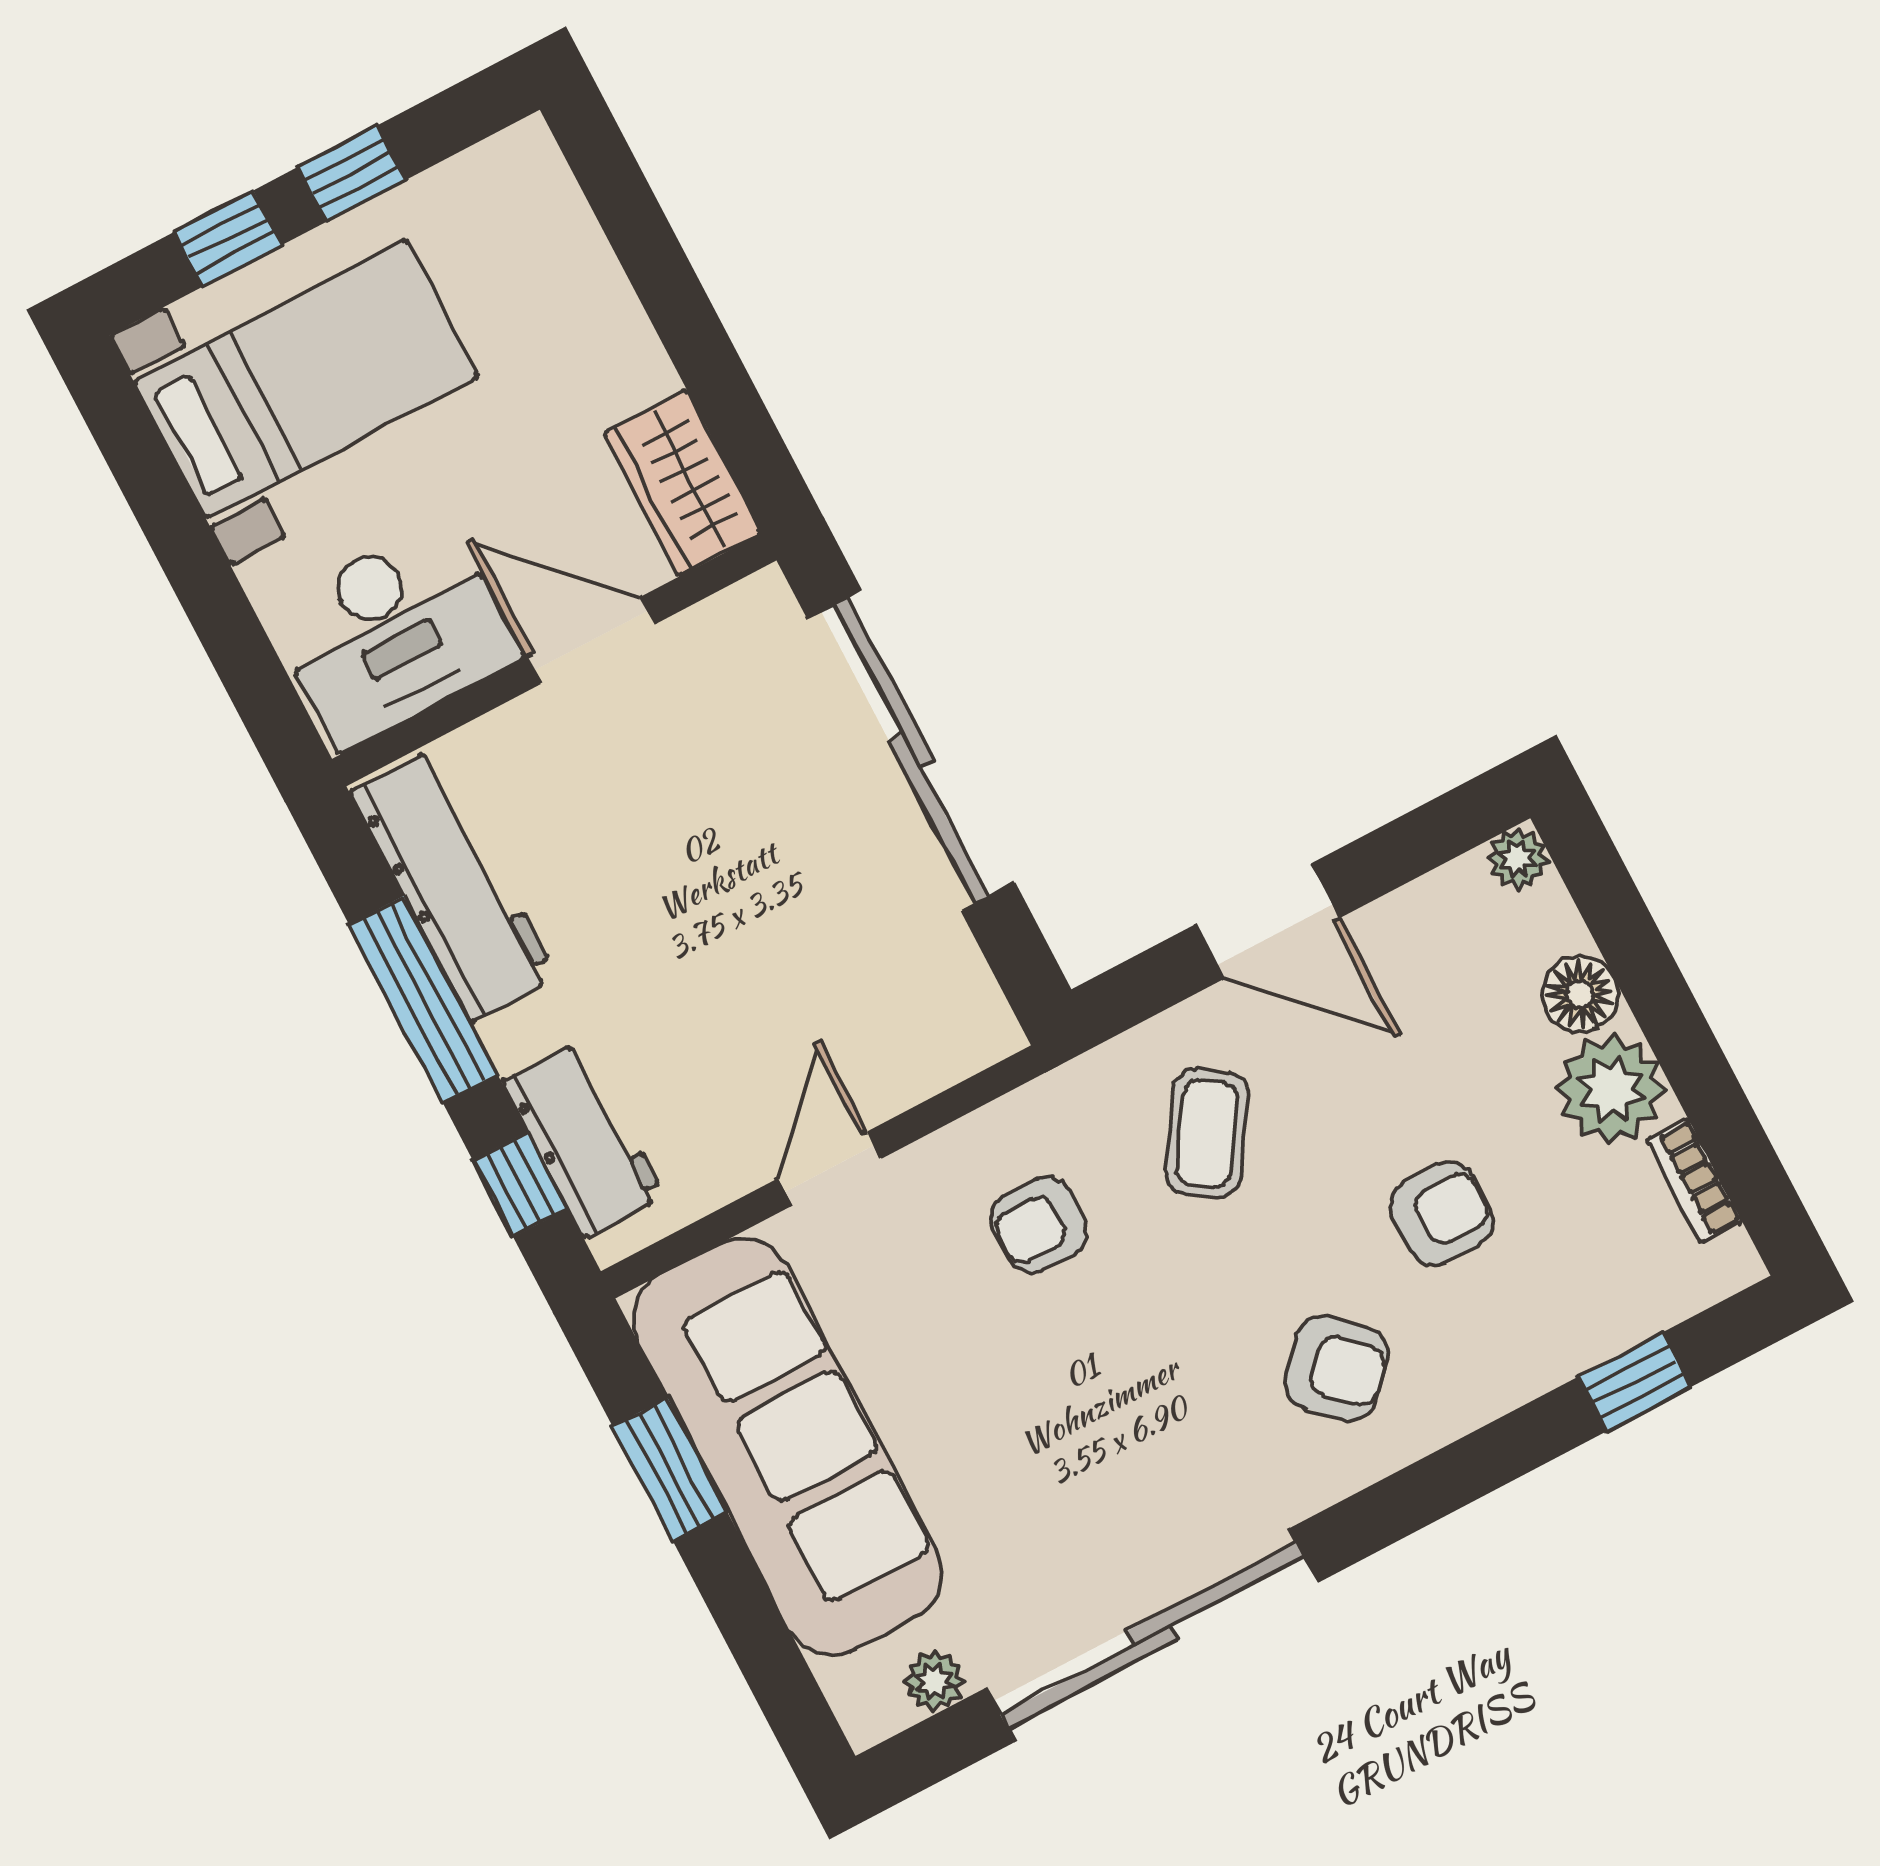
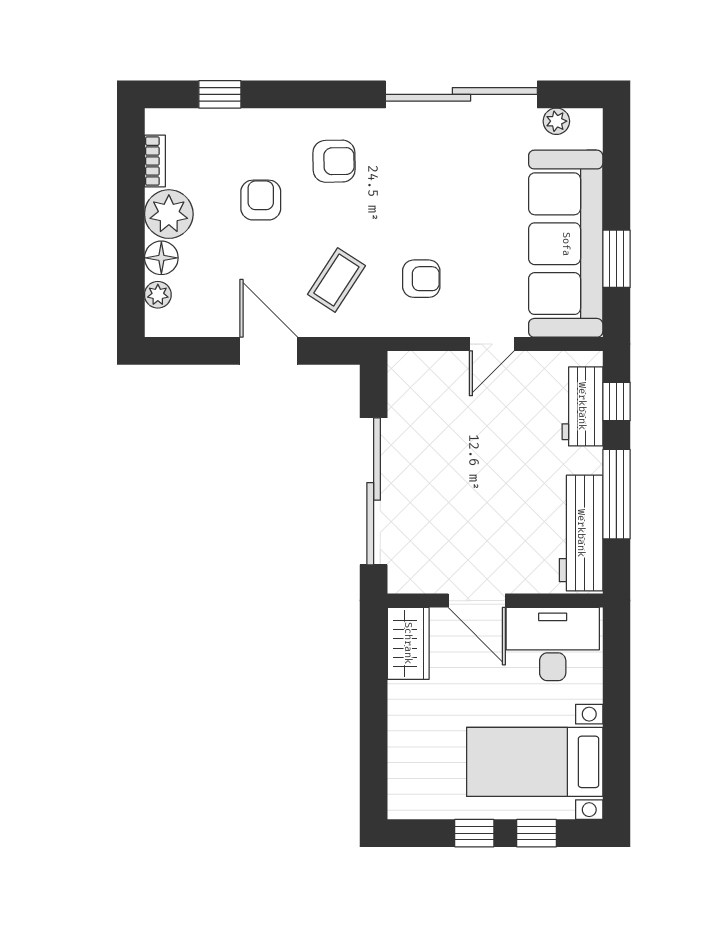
plant: (1518, 859) -> (158, 295), moved
armchair: (1442, 1214) -> (261, 200), turned 90
armchair: (1336, 1368) -> (334, 161), turned 136

